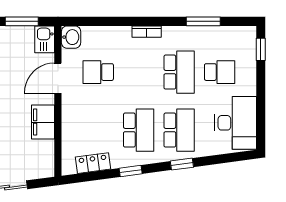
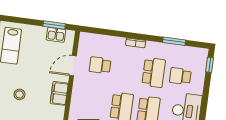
washbasin: (71, 37) -> (85, 40), removed
kitchen sink: (45, 39) -> (56, 35), moved, turned -90
school desk: (220, 72) -> (180, 76), turned 180

